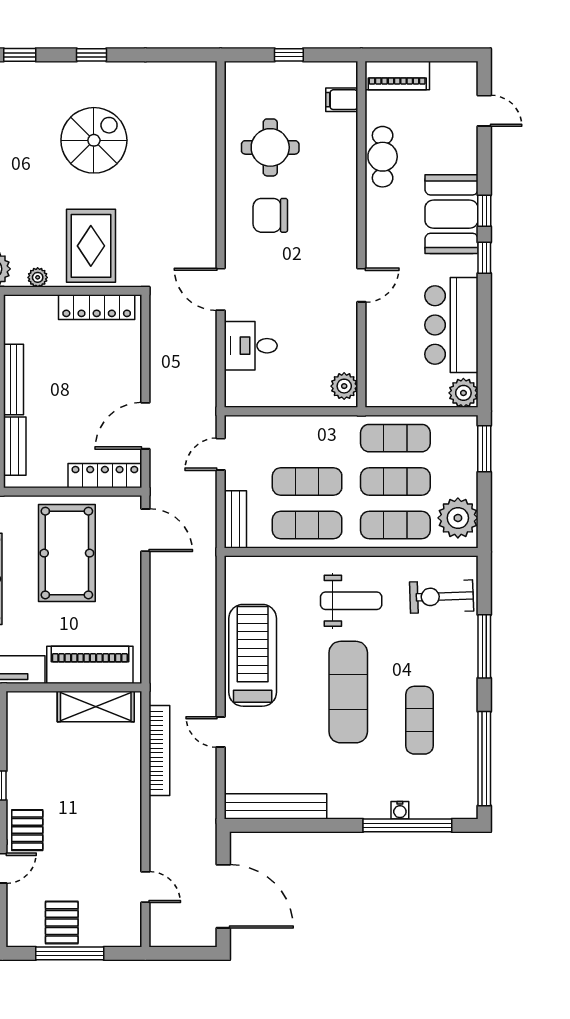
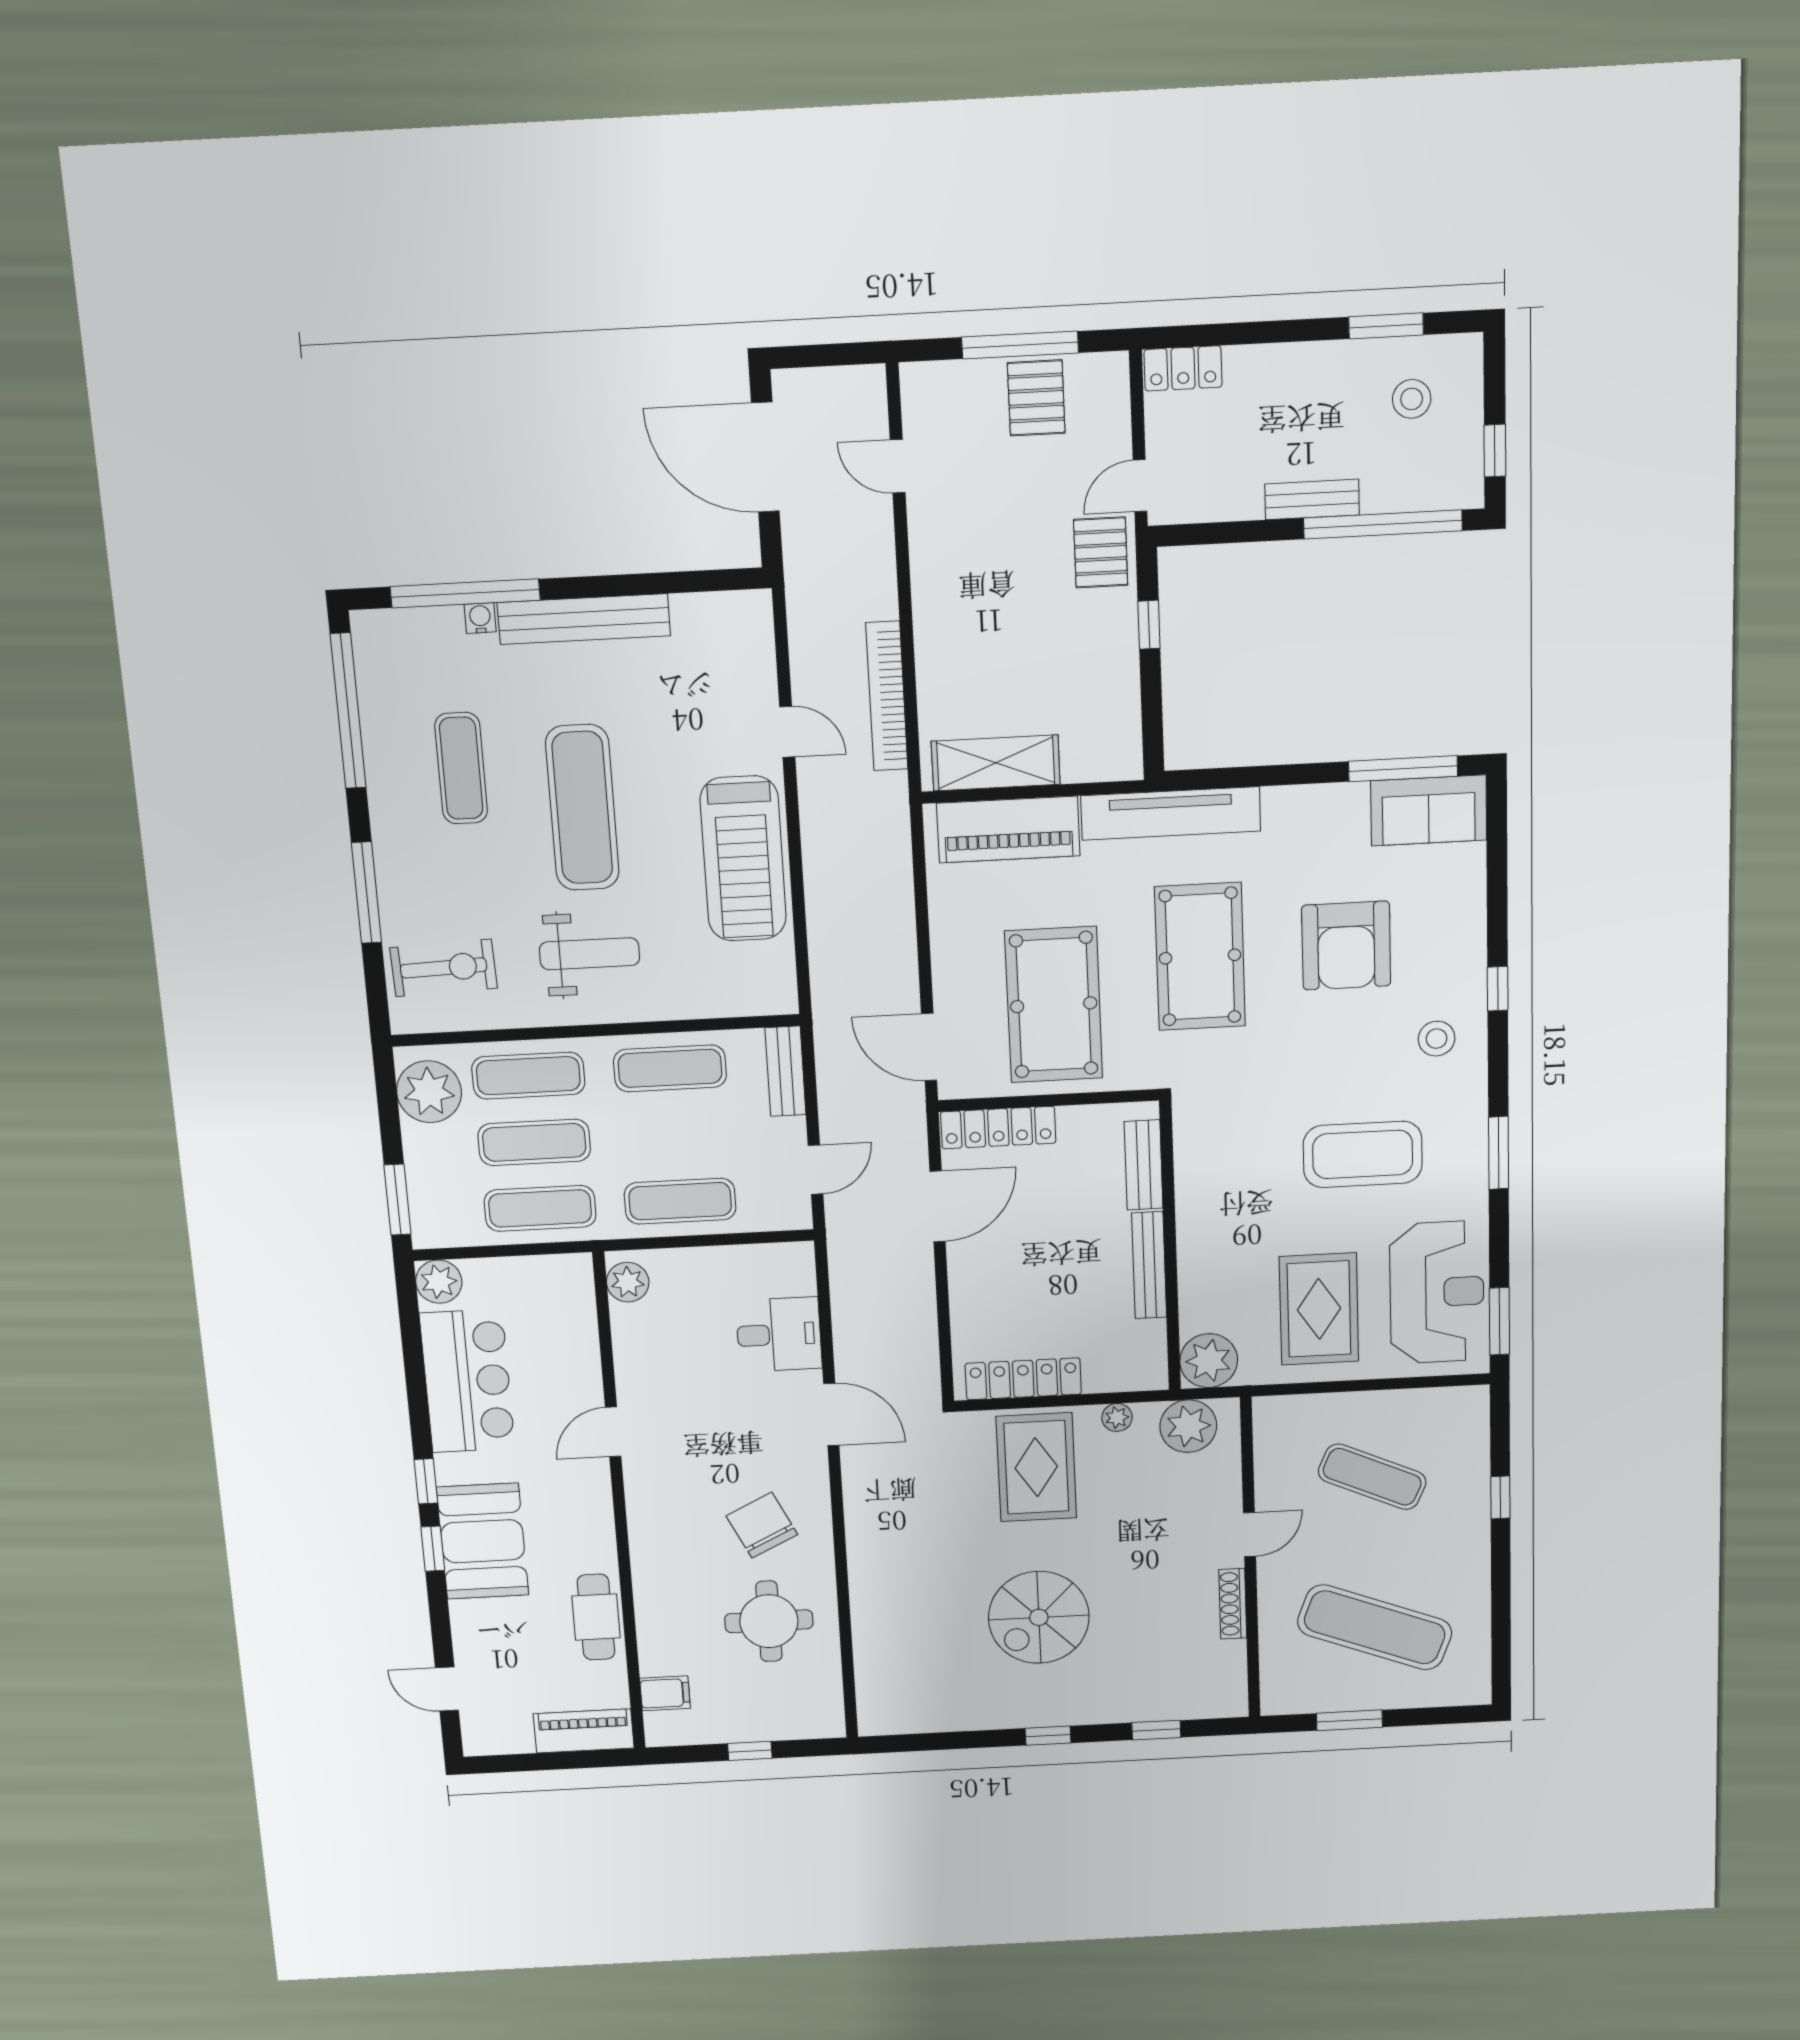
chair: (270, 215) -> (762, 1525), turned -116
exercise mat: (307, 482) -> (680, 1201), moved
weight bench: (351, 601) -> (589, 954), turned 180
bench: (276, 806) -> (584, 619), moved

